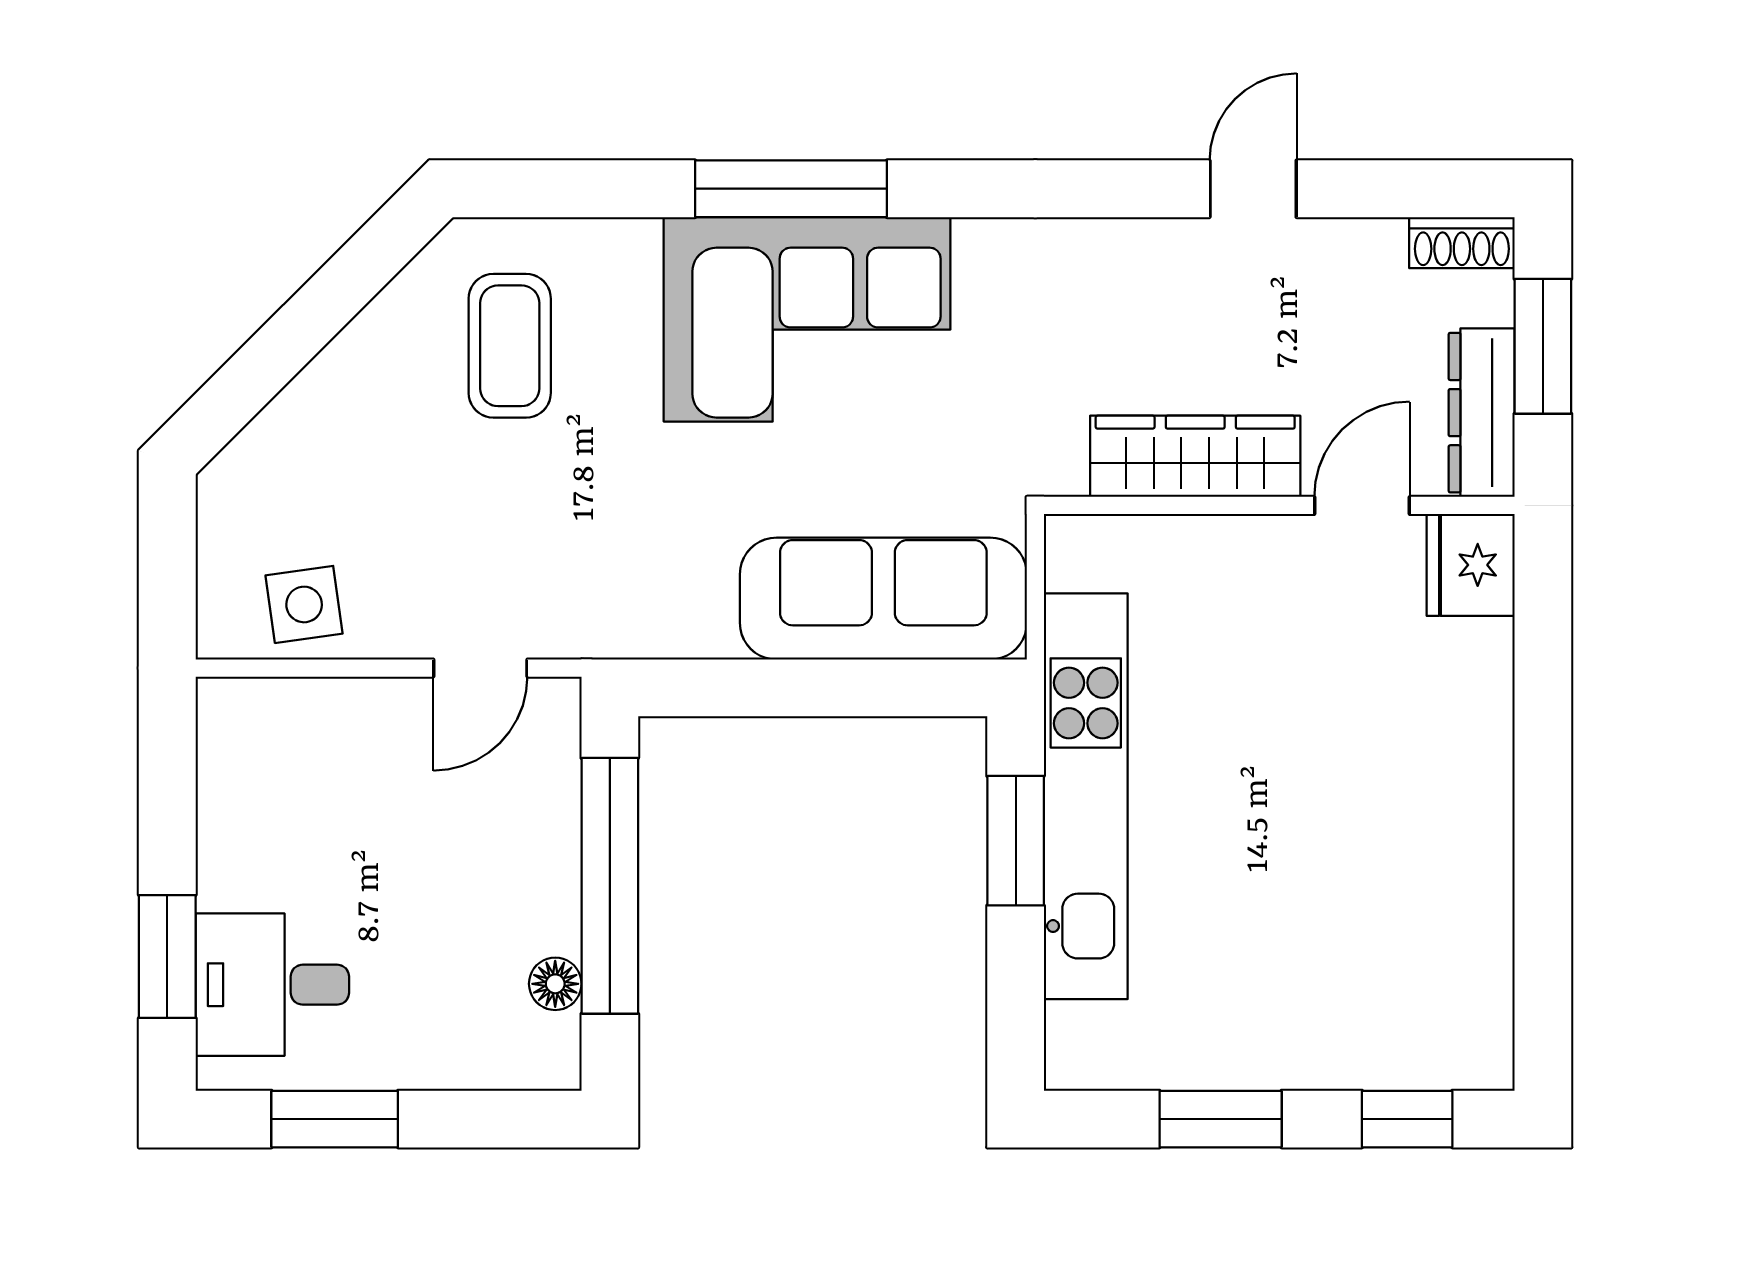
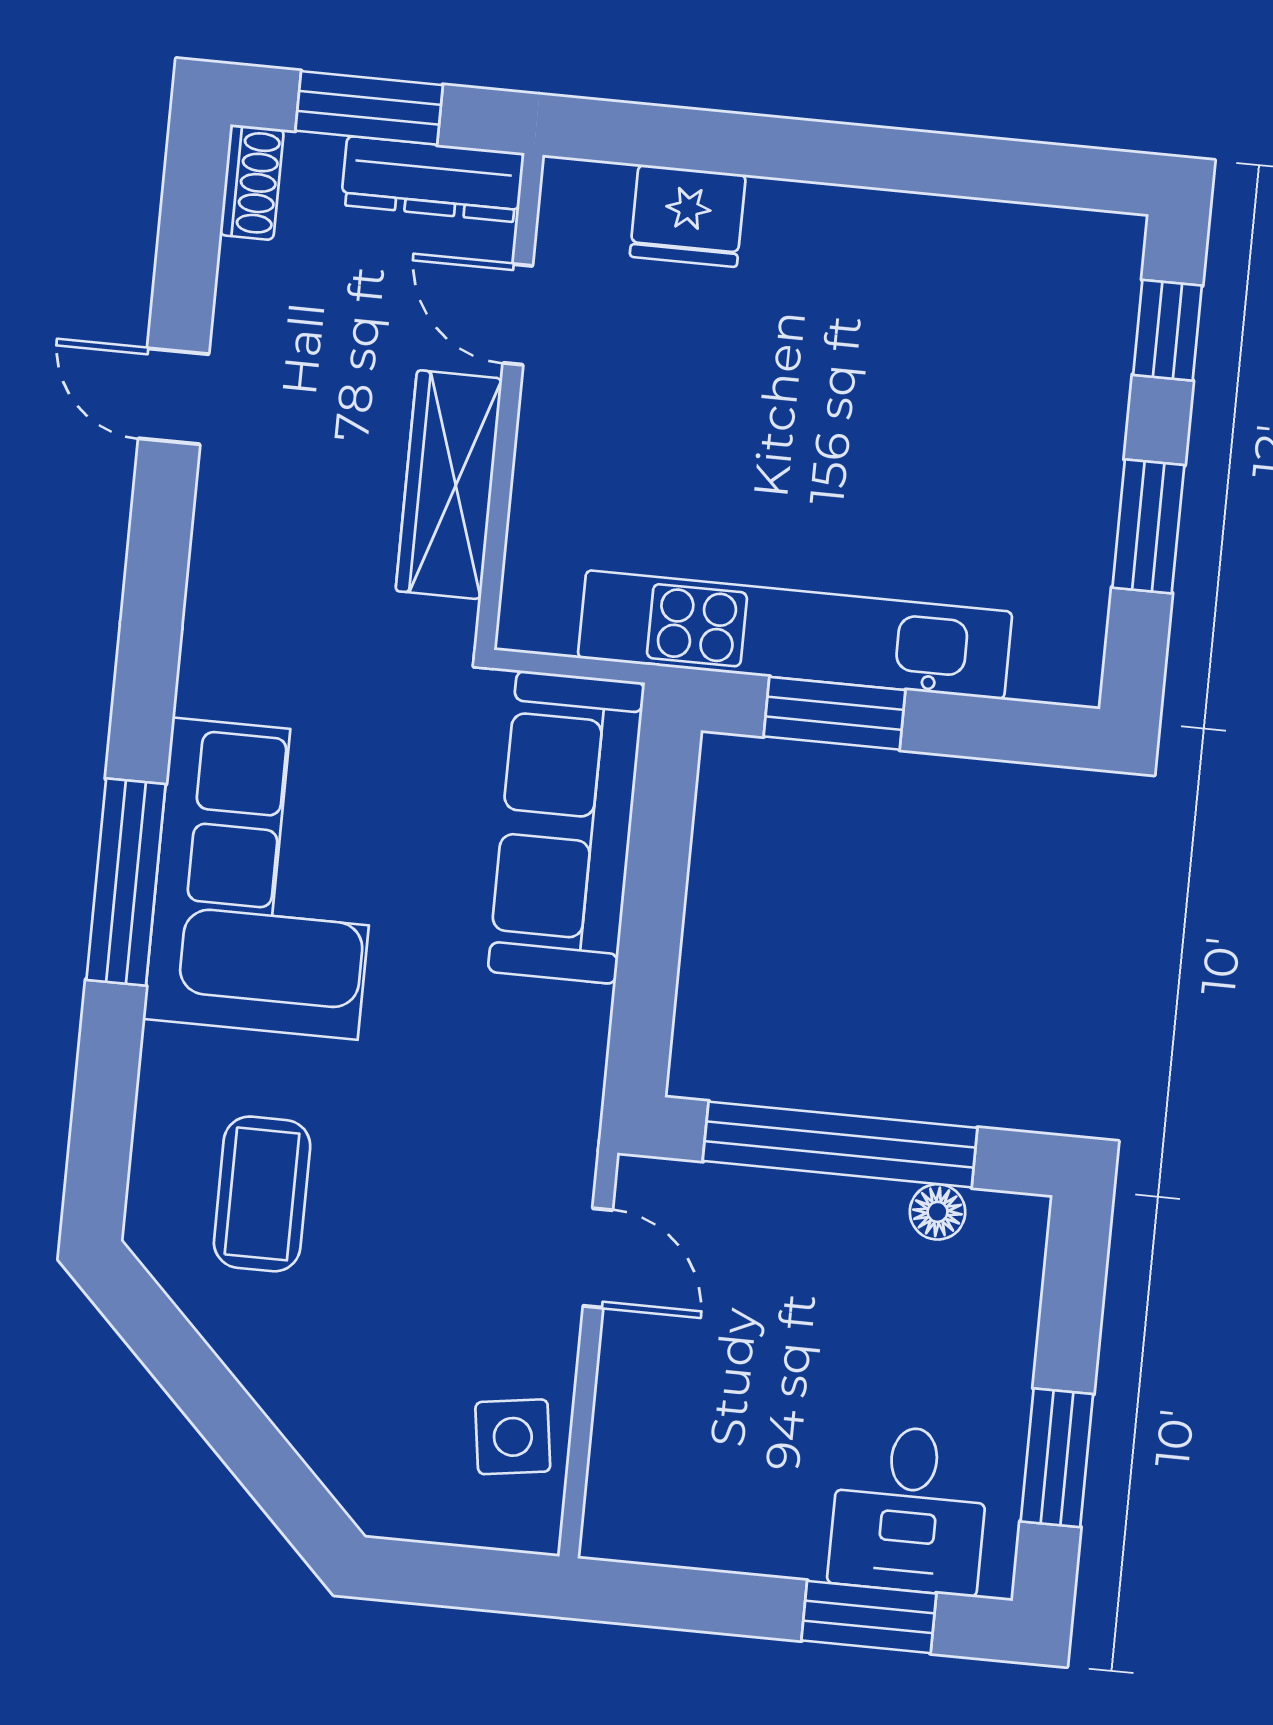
coffee table: (510, 346) -> (262, 1194), turned 90
fridge: (1471, 565) -> (688, 216), moved

